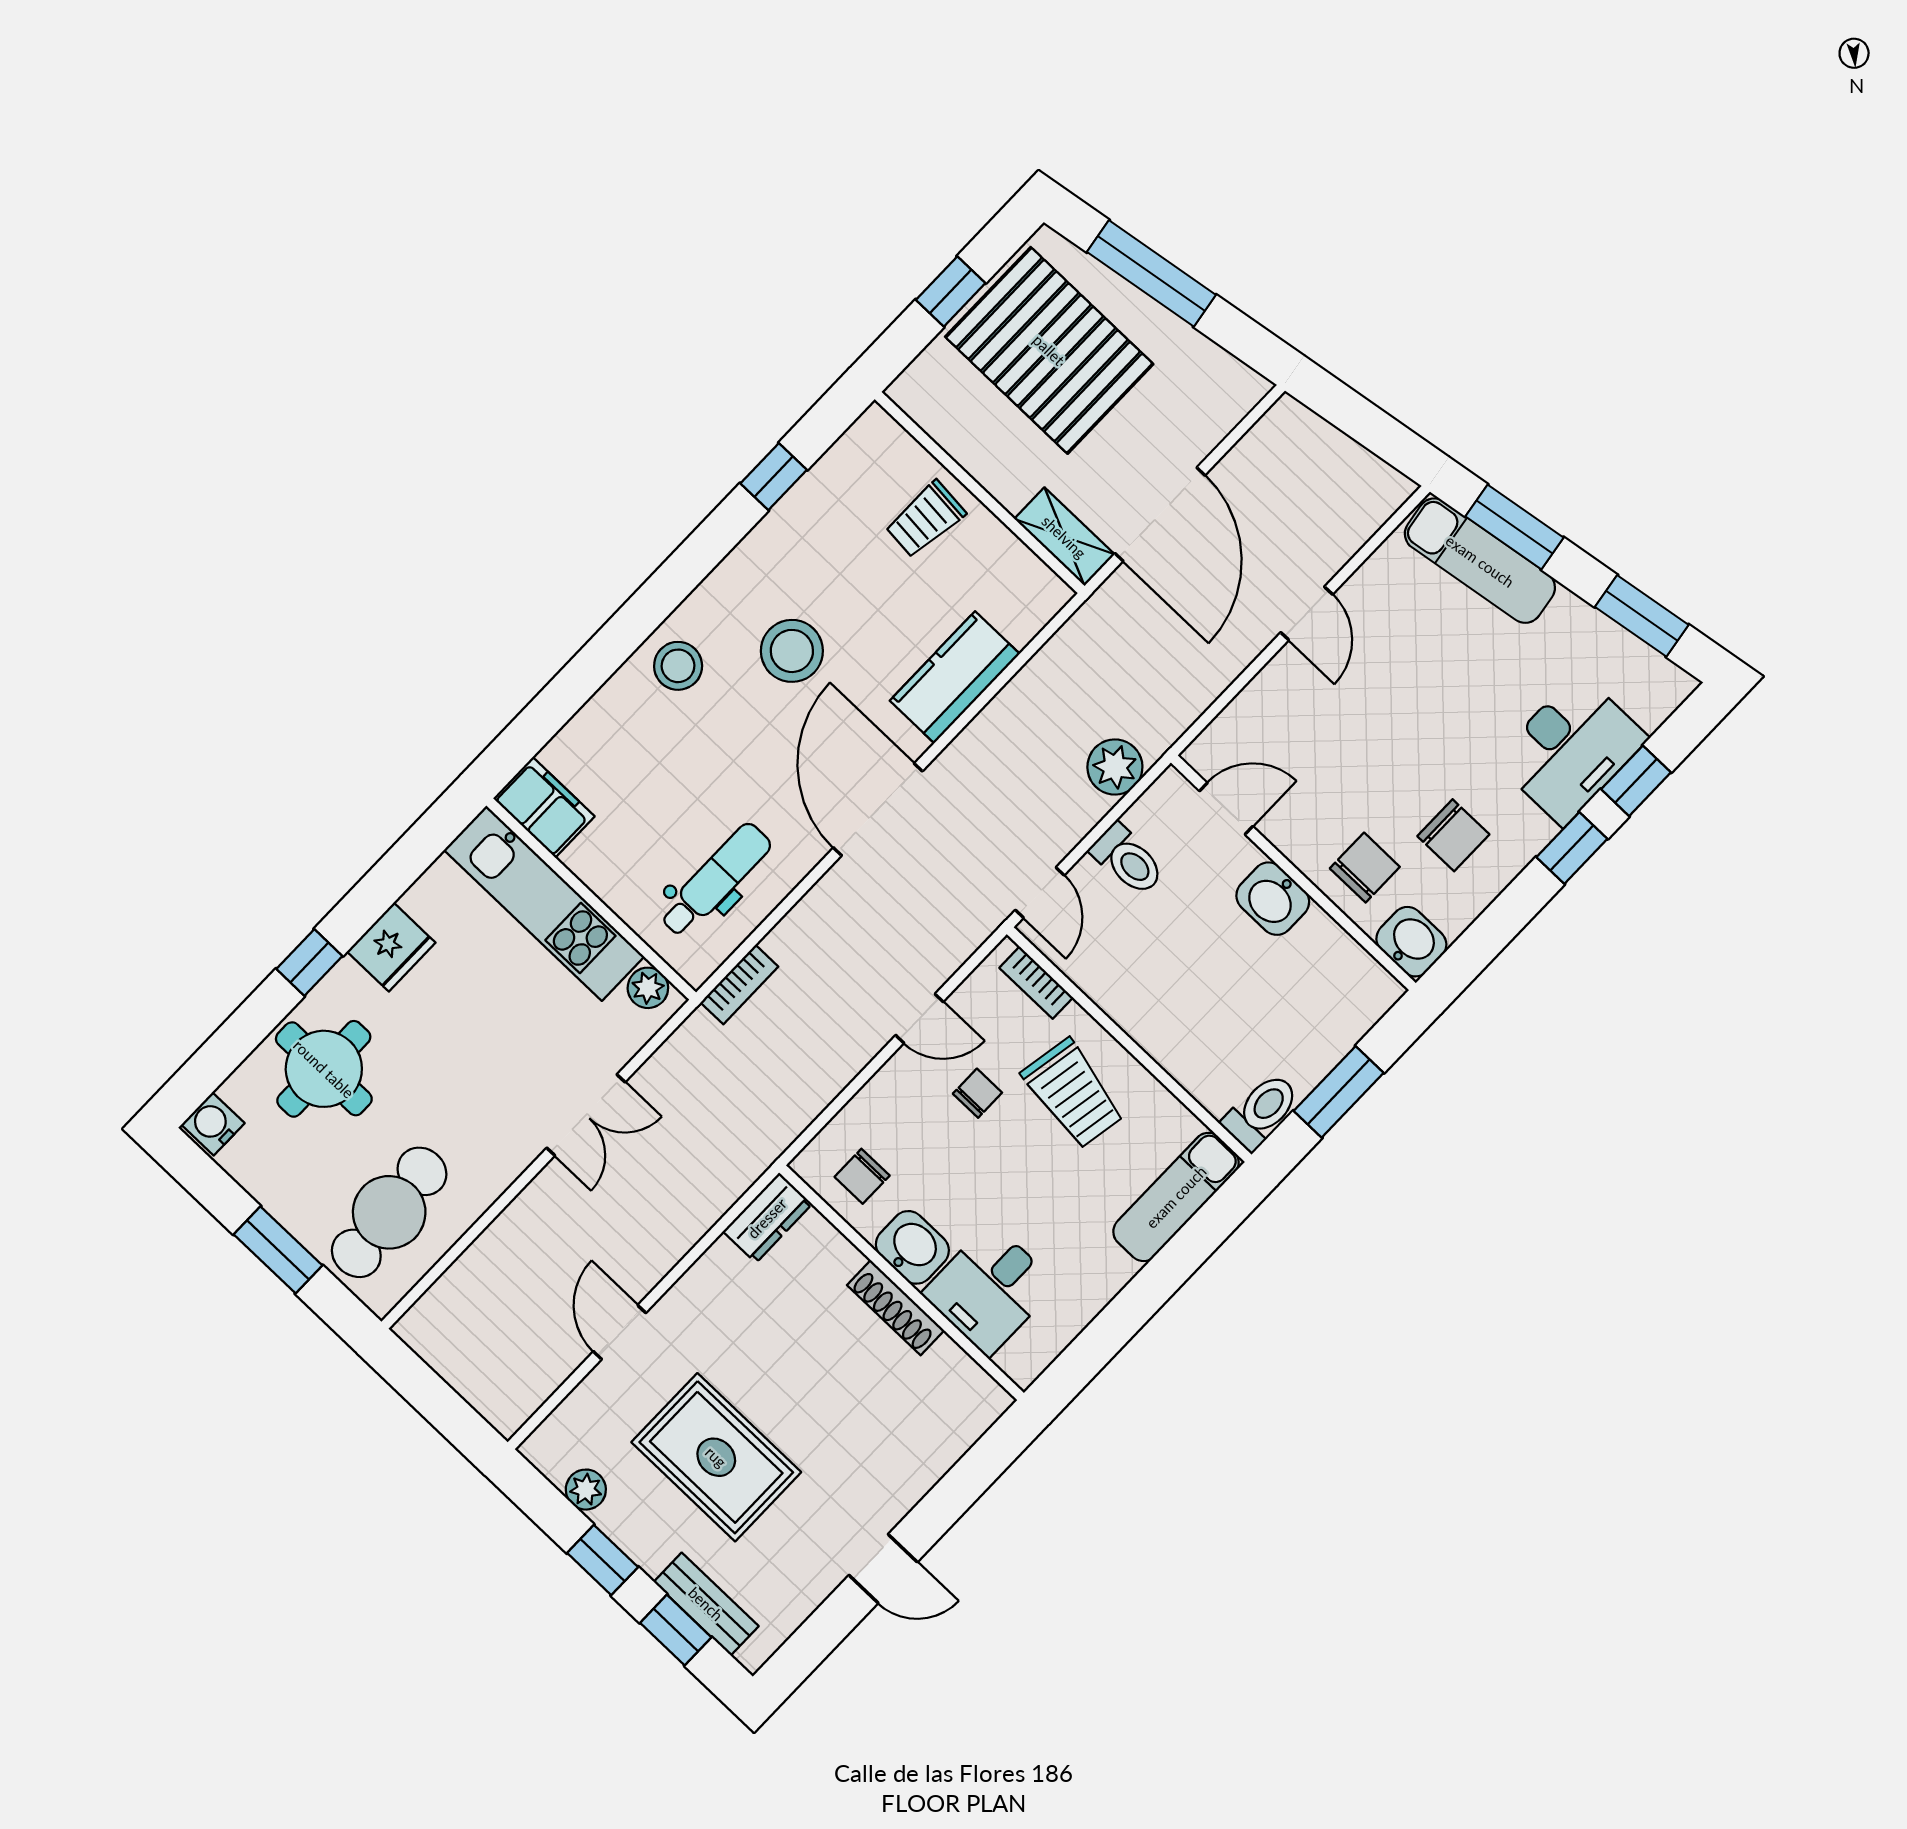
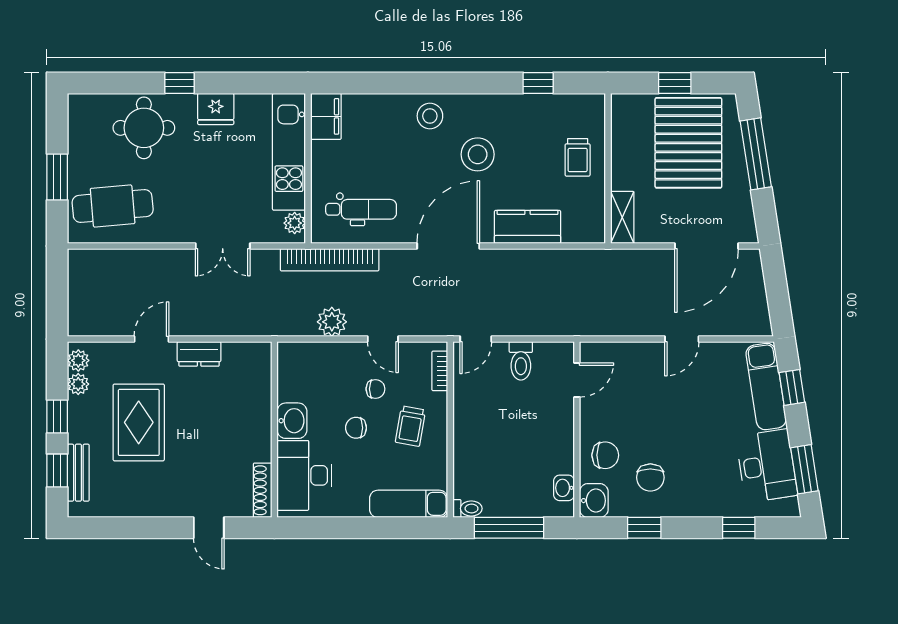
door: (1160, 514) -> (707, 246), moved
trolley: (925, 519) -> (578, 157), turned -95
window: (1514, 527) -> (792, 387), width x0.67
desk: (1571, 749) -> (767, 466), moved, turned -99
plant: (1115, 767) -> (332, 322), moved
door: (1226, 809) -> (577, 380), hinge flipped
window: (1572, 848) -> (644, 528), moved
washbasin: (1273, 899) -> (564, 488), moved, width x0.72, depth x0.69
bookcase: (739, 985) -> (330, 260), width x2.31, depth x1.31
window: (1339, 1092) -> (509, 528), width x1.44
trolley: (1073, 1094) -> (410, 426), width x0.73, depth x0.72
toilet: (1261, 1111) -> (467, 508), width x0.73, depth x0.72
water cooler: (213, 1124) -> (82, 105), removed
chair: (862, 1176) -> (356, 428), moved
dresser: (767, 1218) -> (199, 354), moved
desk: (990, 1289) -> (304, 475), width x1.37
shoe rack: (896, 1308) -> (263, 490), moved
plant: (554, 1459) -> (78, 360), added
door: (883, 1569) -> (209, 528), moved

